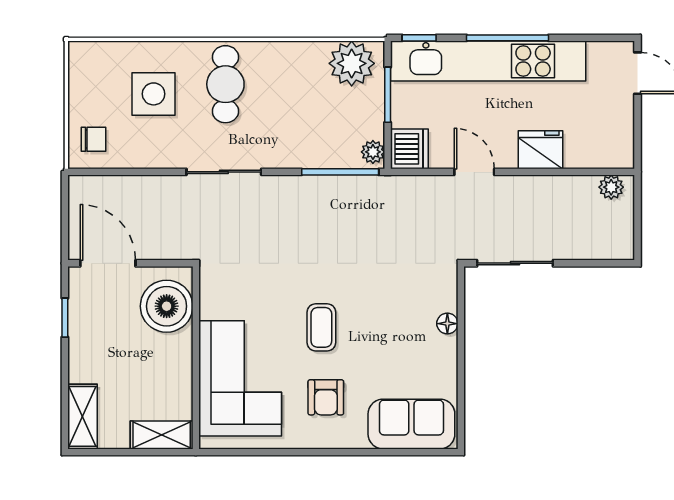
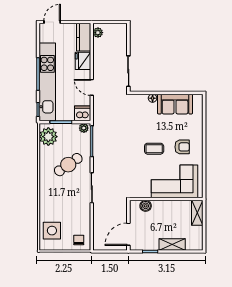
cafe table: (225, 84) -> (68, 165), moved, turned -35
side table: (154, 94) -> (52, 231), moved
kitchen counter: (600, 151) -> (84, 37), added
door: (474, 172) -> (92, 87), hinge flipped
boiler: (167, 306) -> (146, 206), width x0.54, depth x0.54
shelving: (82, 416) -> (172, 244), moved
sofa: (411, 424) -> (175, 104), moved, turned -90

